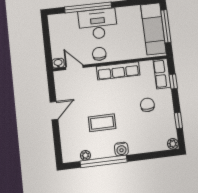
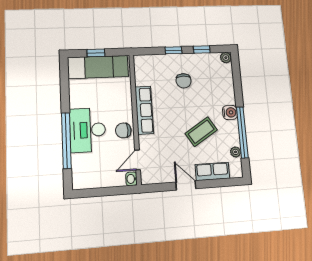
window: (166, 26) -> (96, 53), width x0.46
row of seats: (162, 74) -> (212, 171), moved, turned 180
window: (173, 82) -> (173, 50), moved
chair: (147, 105) -> (184, 81), turned -90
coffee table: (102, 123) -> (201, 132), turned 58

